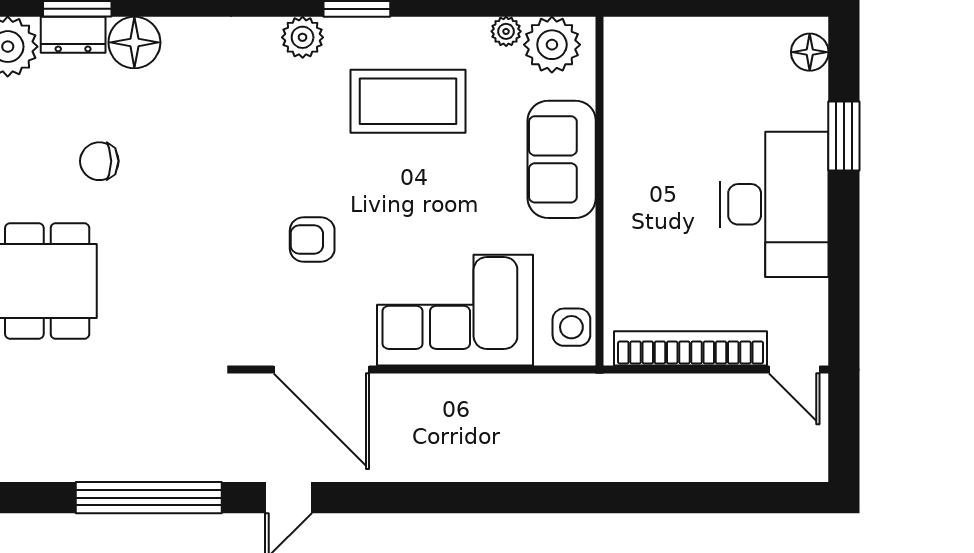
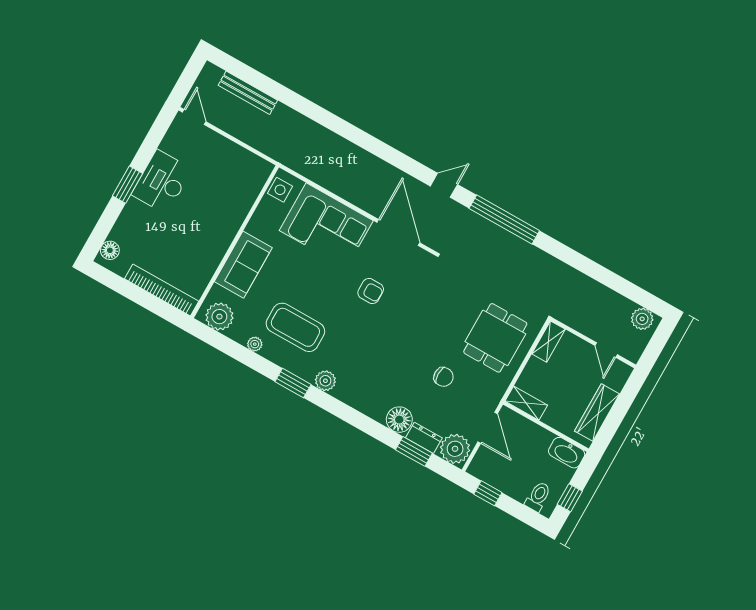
plant: (506, 31) -> (255, 344), moved
window: (844, 136) -> (128, 185), moved
desk: (774, 204) -> (162, 182), width x0.73, depth x0.77
bookcase: (691, 348) -> (162, 290), moved, turned 180
bench: (724, 465) -> (248, 93), added

